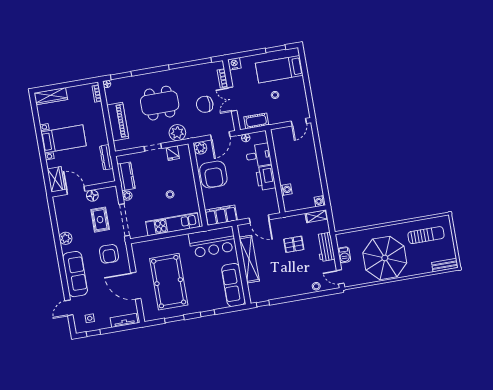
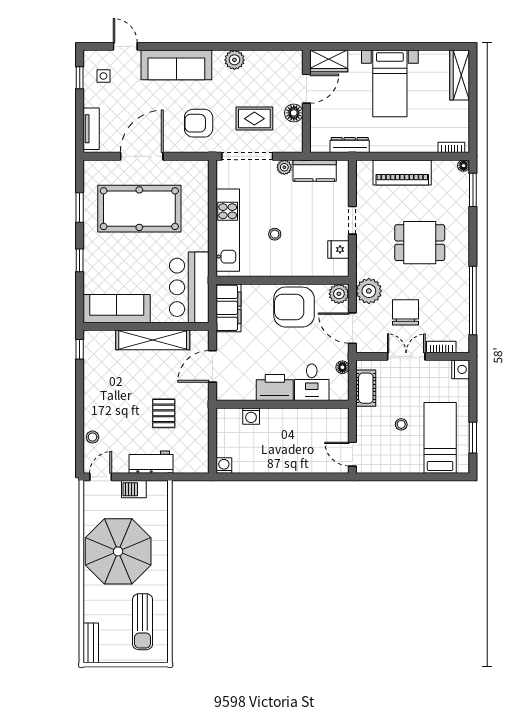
dining table: (160, 103) -> (420, 243), width x0.73
plant: (177, 133) -> (369, 291), moved
shelving: (317, 216) -> (201, 456), removed

